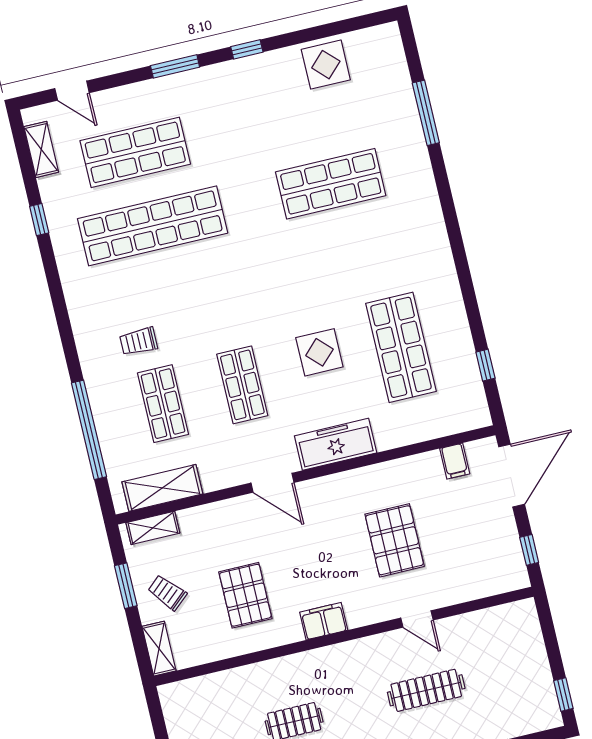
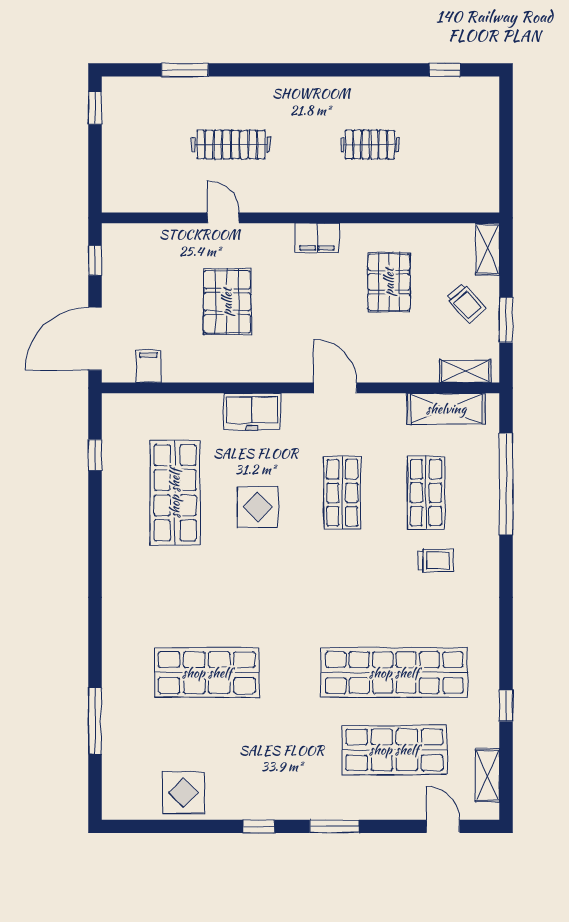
freezer: (336, 444) -> (252, 411), width x0.71

